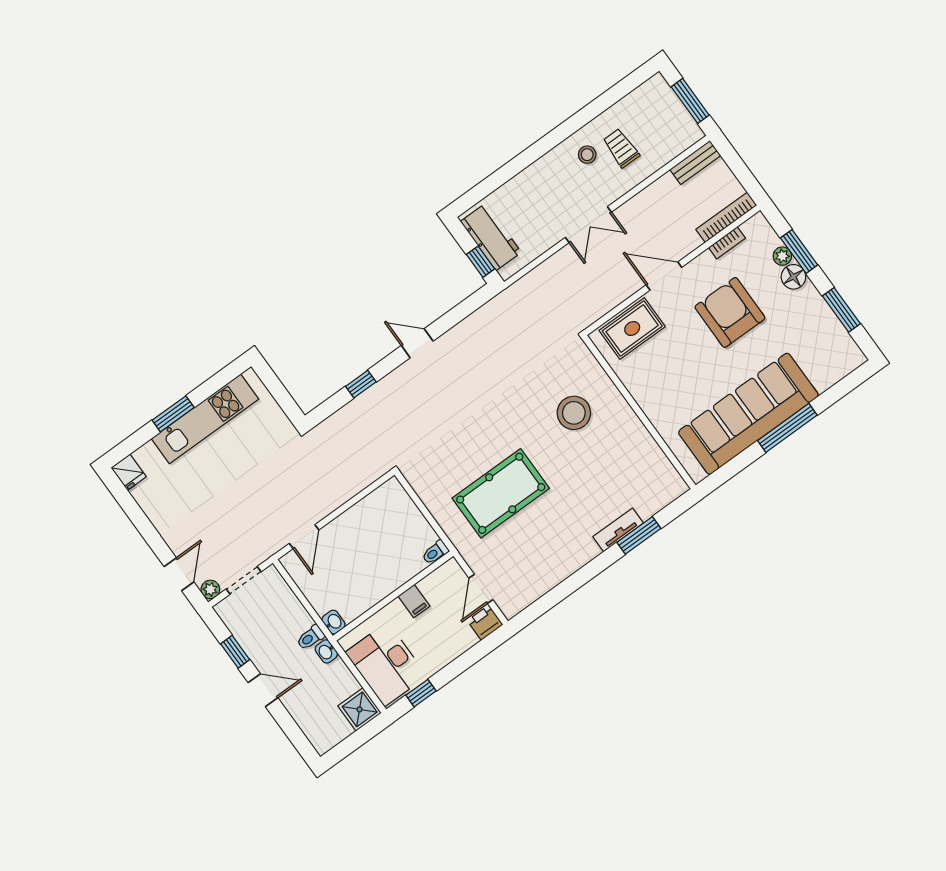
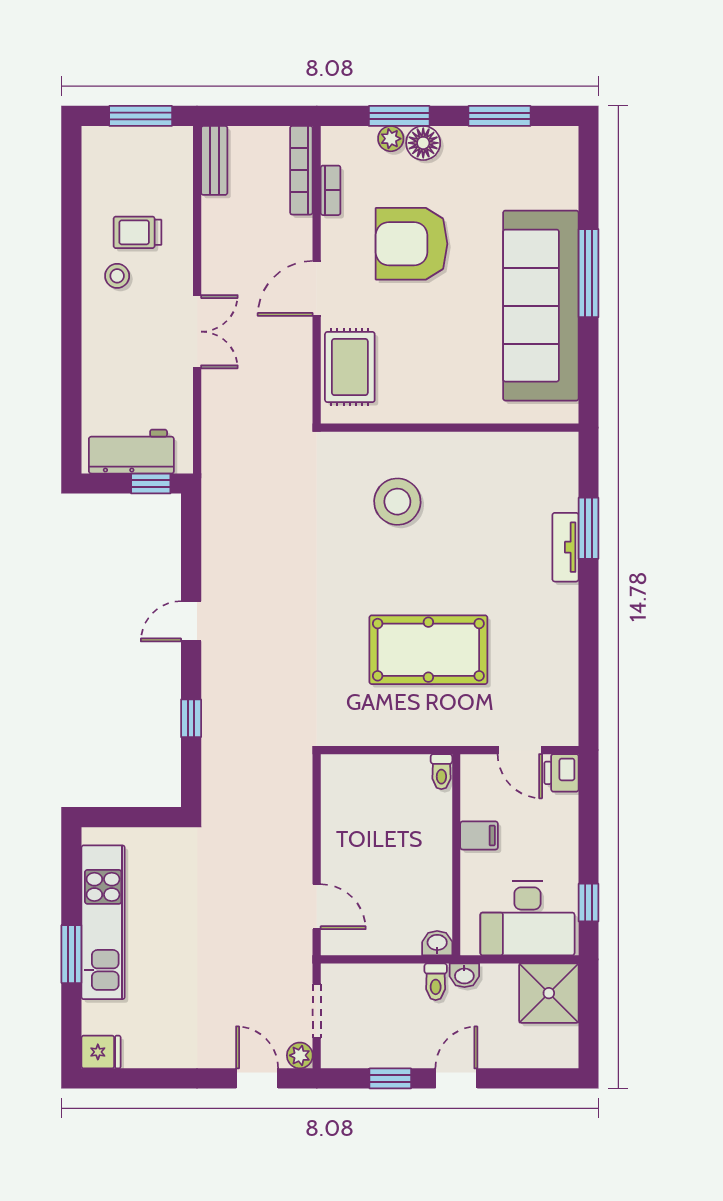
pool table: (501, 493) -> (428, 650), turned 90
shower: (360, 709) -> (549, 993), width x1.36, depth x1.36

